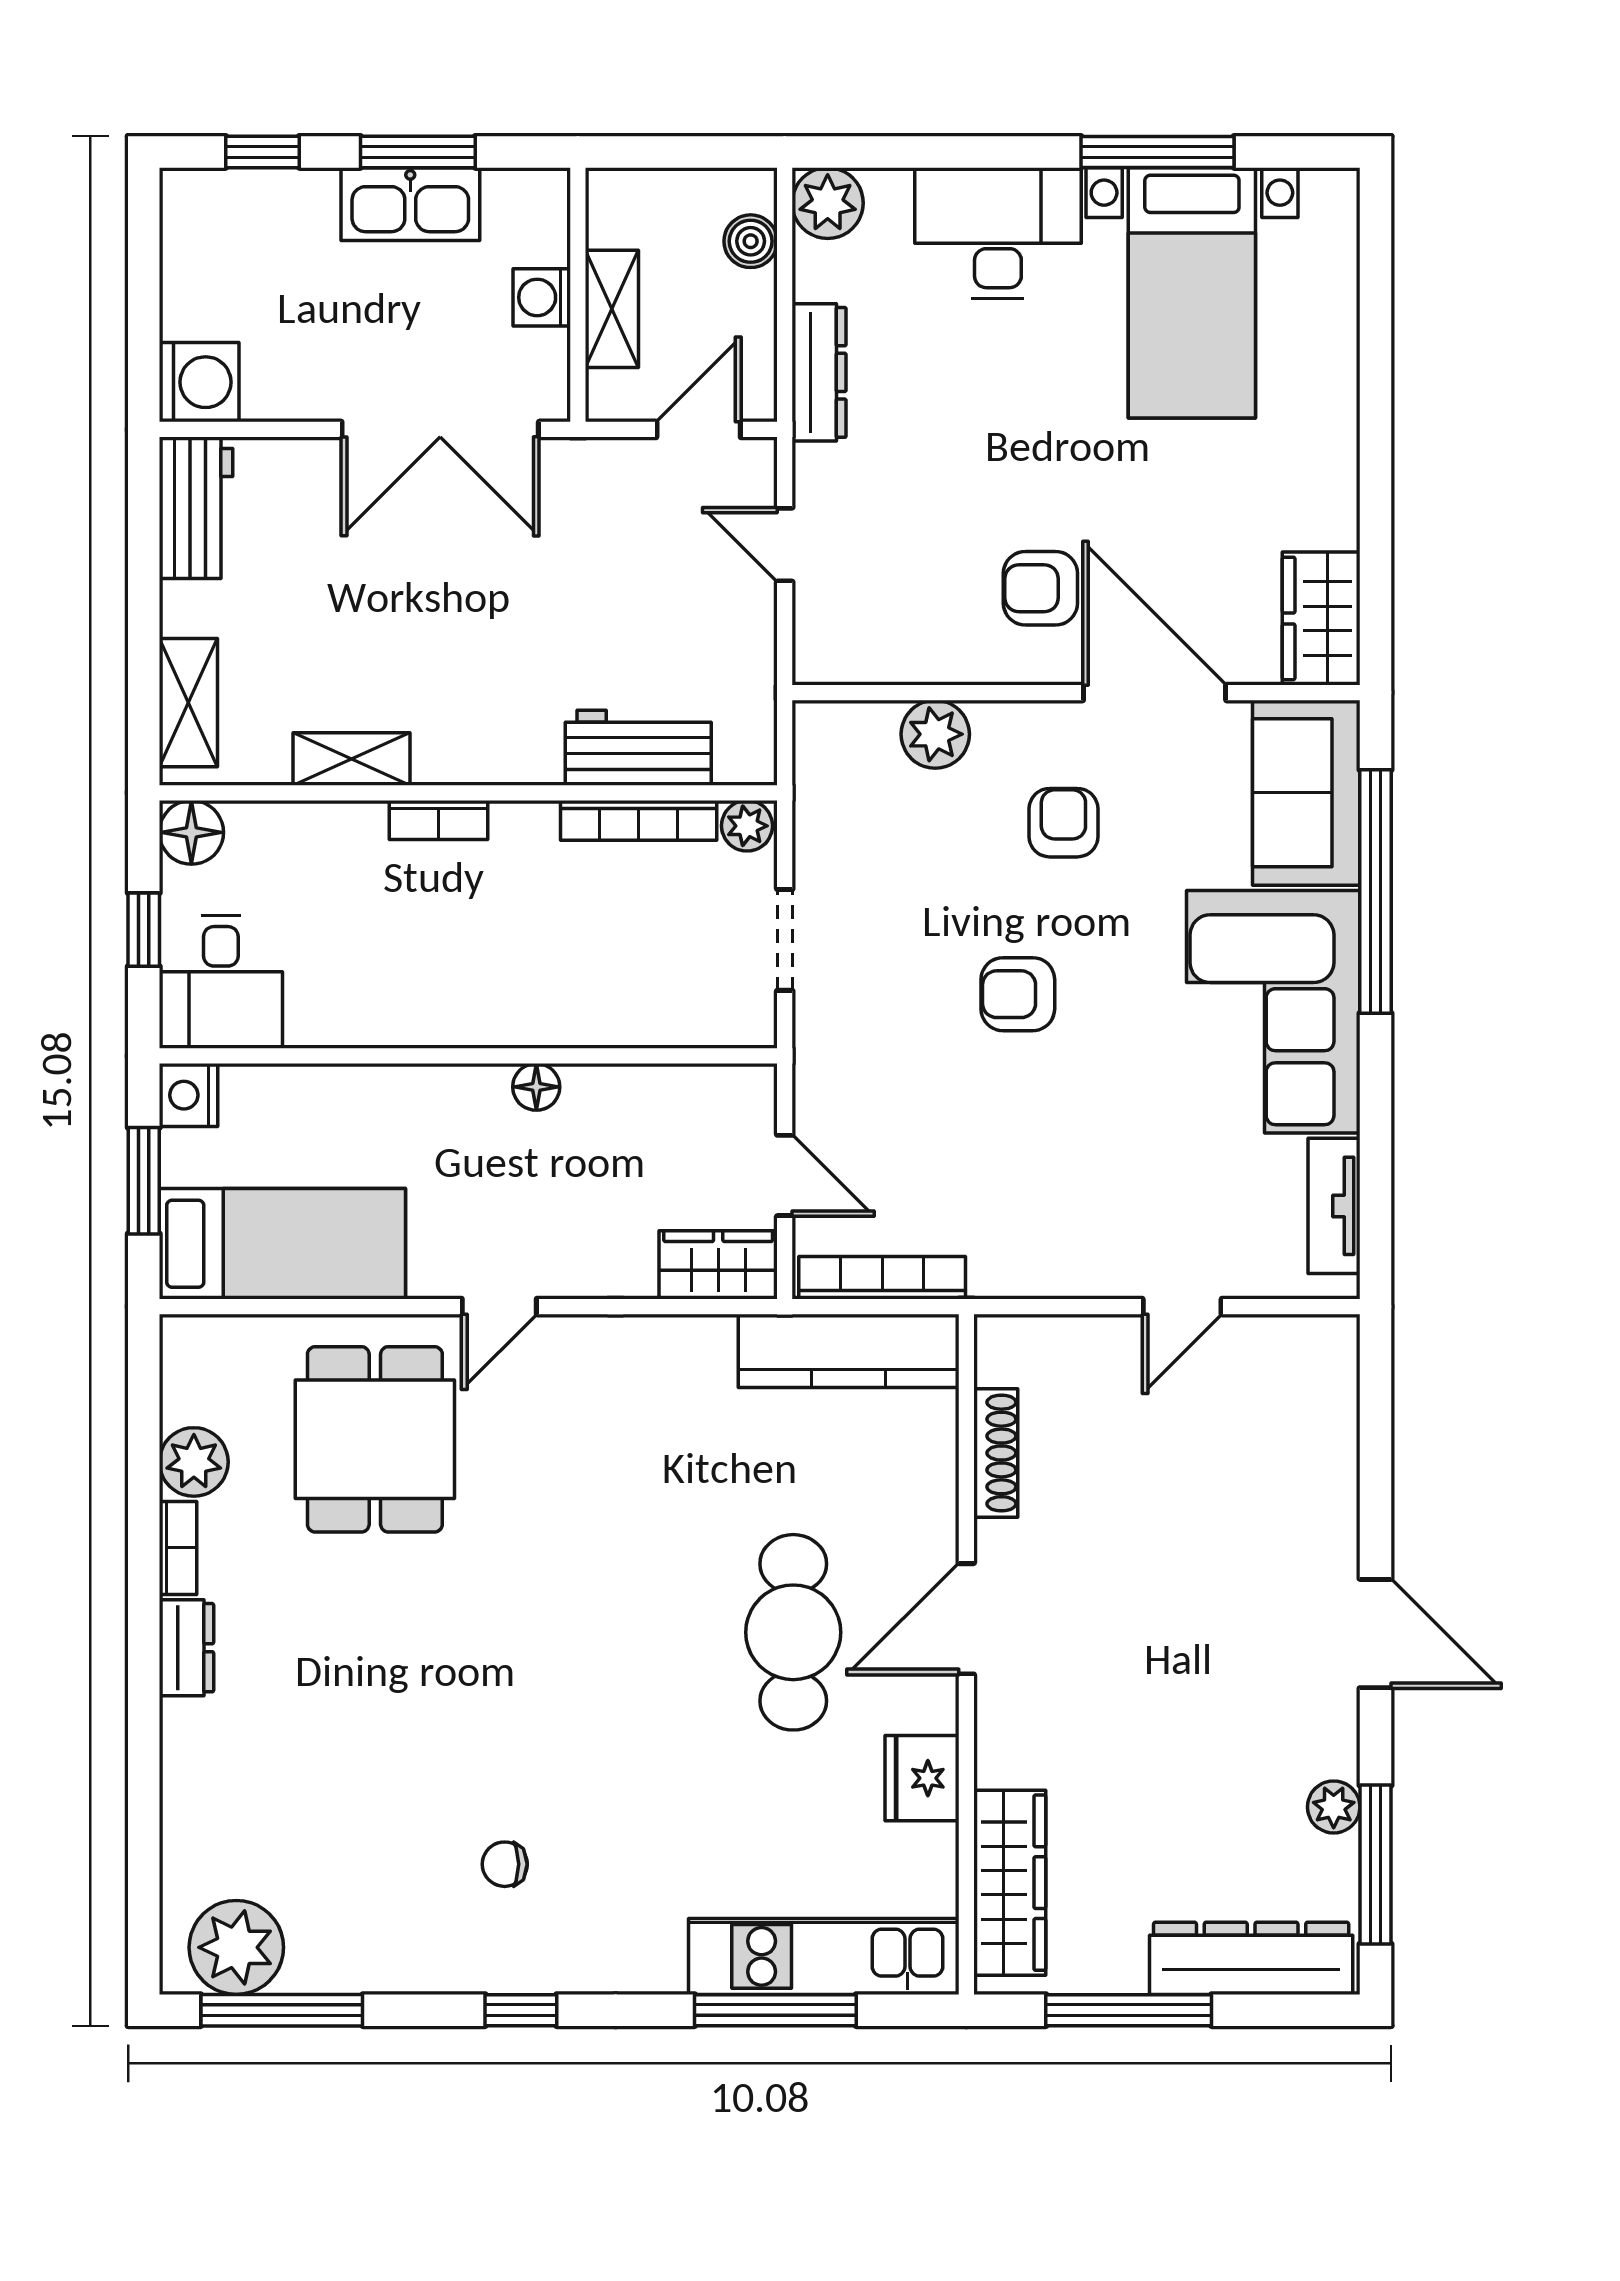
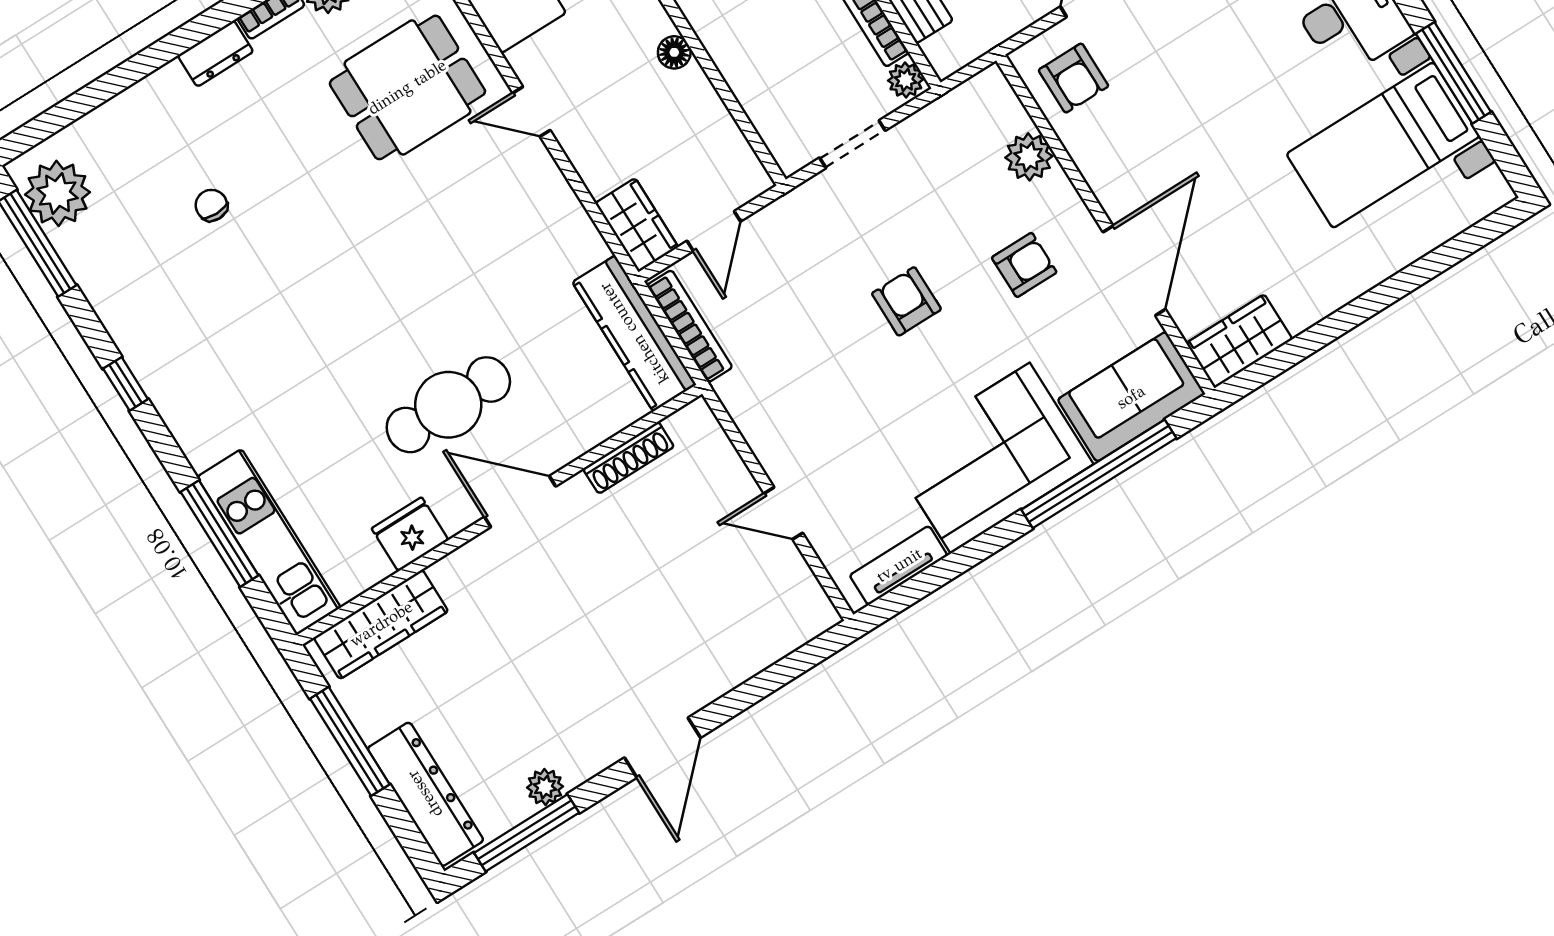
armchair: (1040, 588) -> (1074, 78), moved, turned 180
chair: (505, 1864) -> (211, 205), moved

